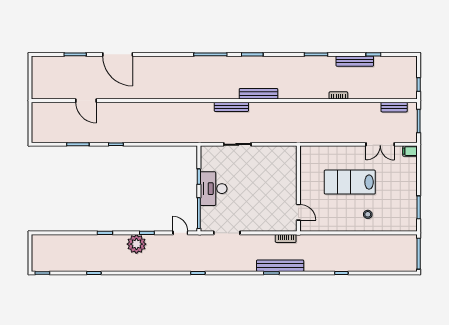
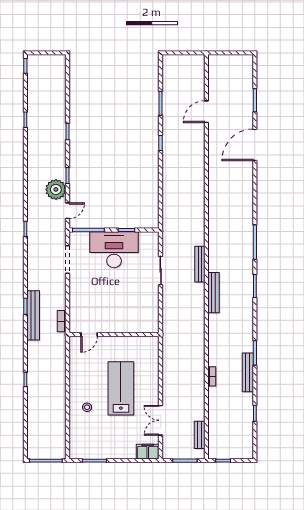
bench: (355, 61) -> (248, 372), moved
filing cabinet: (410, 151) -> (148, 452), width x2.00
desk: (214, 189) -> (114, 250), width x1.36, depth x1.30
plant: (136, 244) -> (56, 189), moved

